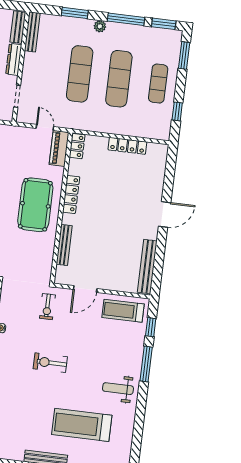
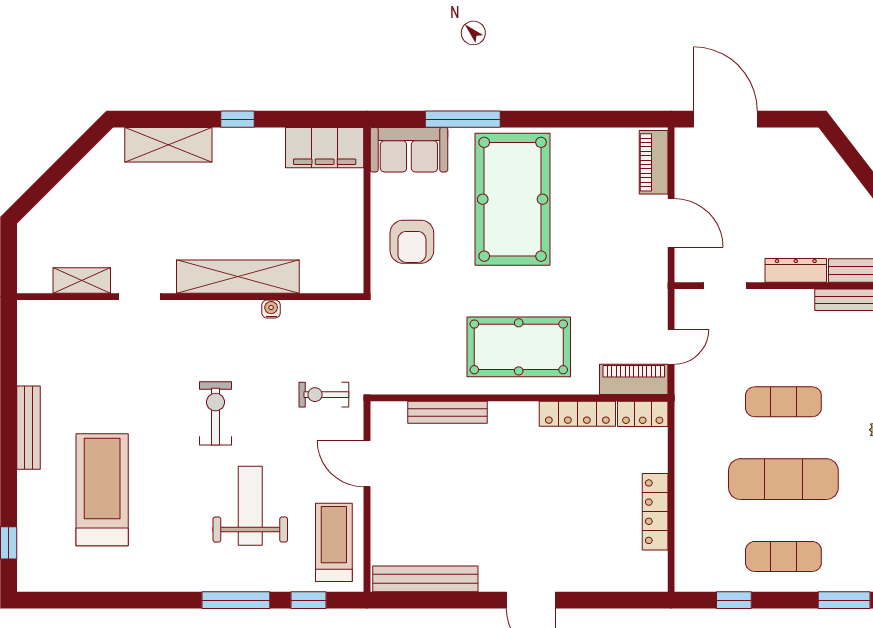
exercise mat: (80, 74) -> (783, 402), width x0.73, depth x0.69
locker: (71, 194) -> (577, 414), moved
weight bench: (118, 389) -> (250, 506), moved, width x1.36, depth x1.33

